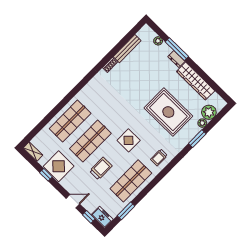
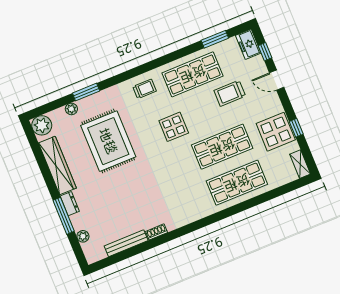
plant: (209, 112) -> (42, 125), moved
trolley: (101, 169) -> (230, 93), moved

